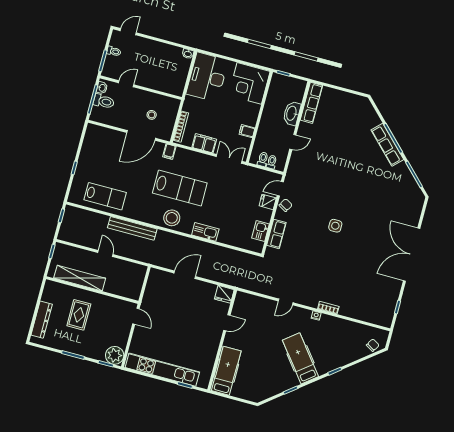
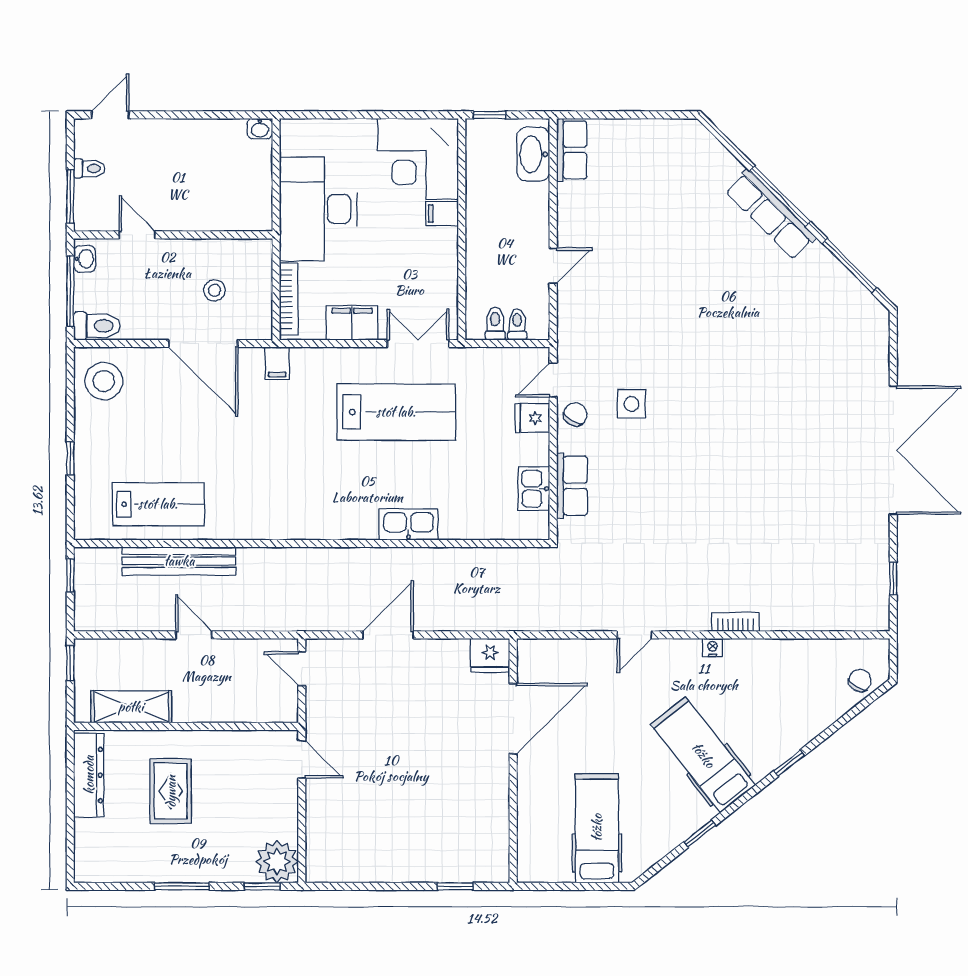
desk: (207, 77) -> (318, 209), moved
door: (126, 84) -> (137, 235), hinge flipped
toilet: (104, 101) -> (97, 326), moved
row of seats: (311, 103) -> (572, 150), width x0.68
washbasin: (292, 113) -> (533, 154), moved
filing cabinet: (247, 131) -> (442, 214), moved
door: (141, 135) -> (203, 343), hinge flipped
lab bench: (180, 188) -> (396, 412), moved
stool: (172, 218) -> (104, 381), moved
side table: (335, 226) -> (631, 404), moved
bench: (132, 228) -> (179, 561), moved
double door: (412, 255) -> (893, 450), swing flipped
shelving: (80, 278) -> (131, 707), width x0.68
door: (146, 279) -> (302, 669), added
dresser: (42, 320) -> (89, 775), moved
door: (227, 323) -> (513, 719), width x1.87
kitchen unit: (162, 370) -> (395, 865), removed
hospital bed: (226, 371) -> (597, 828), moved

